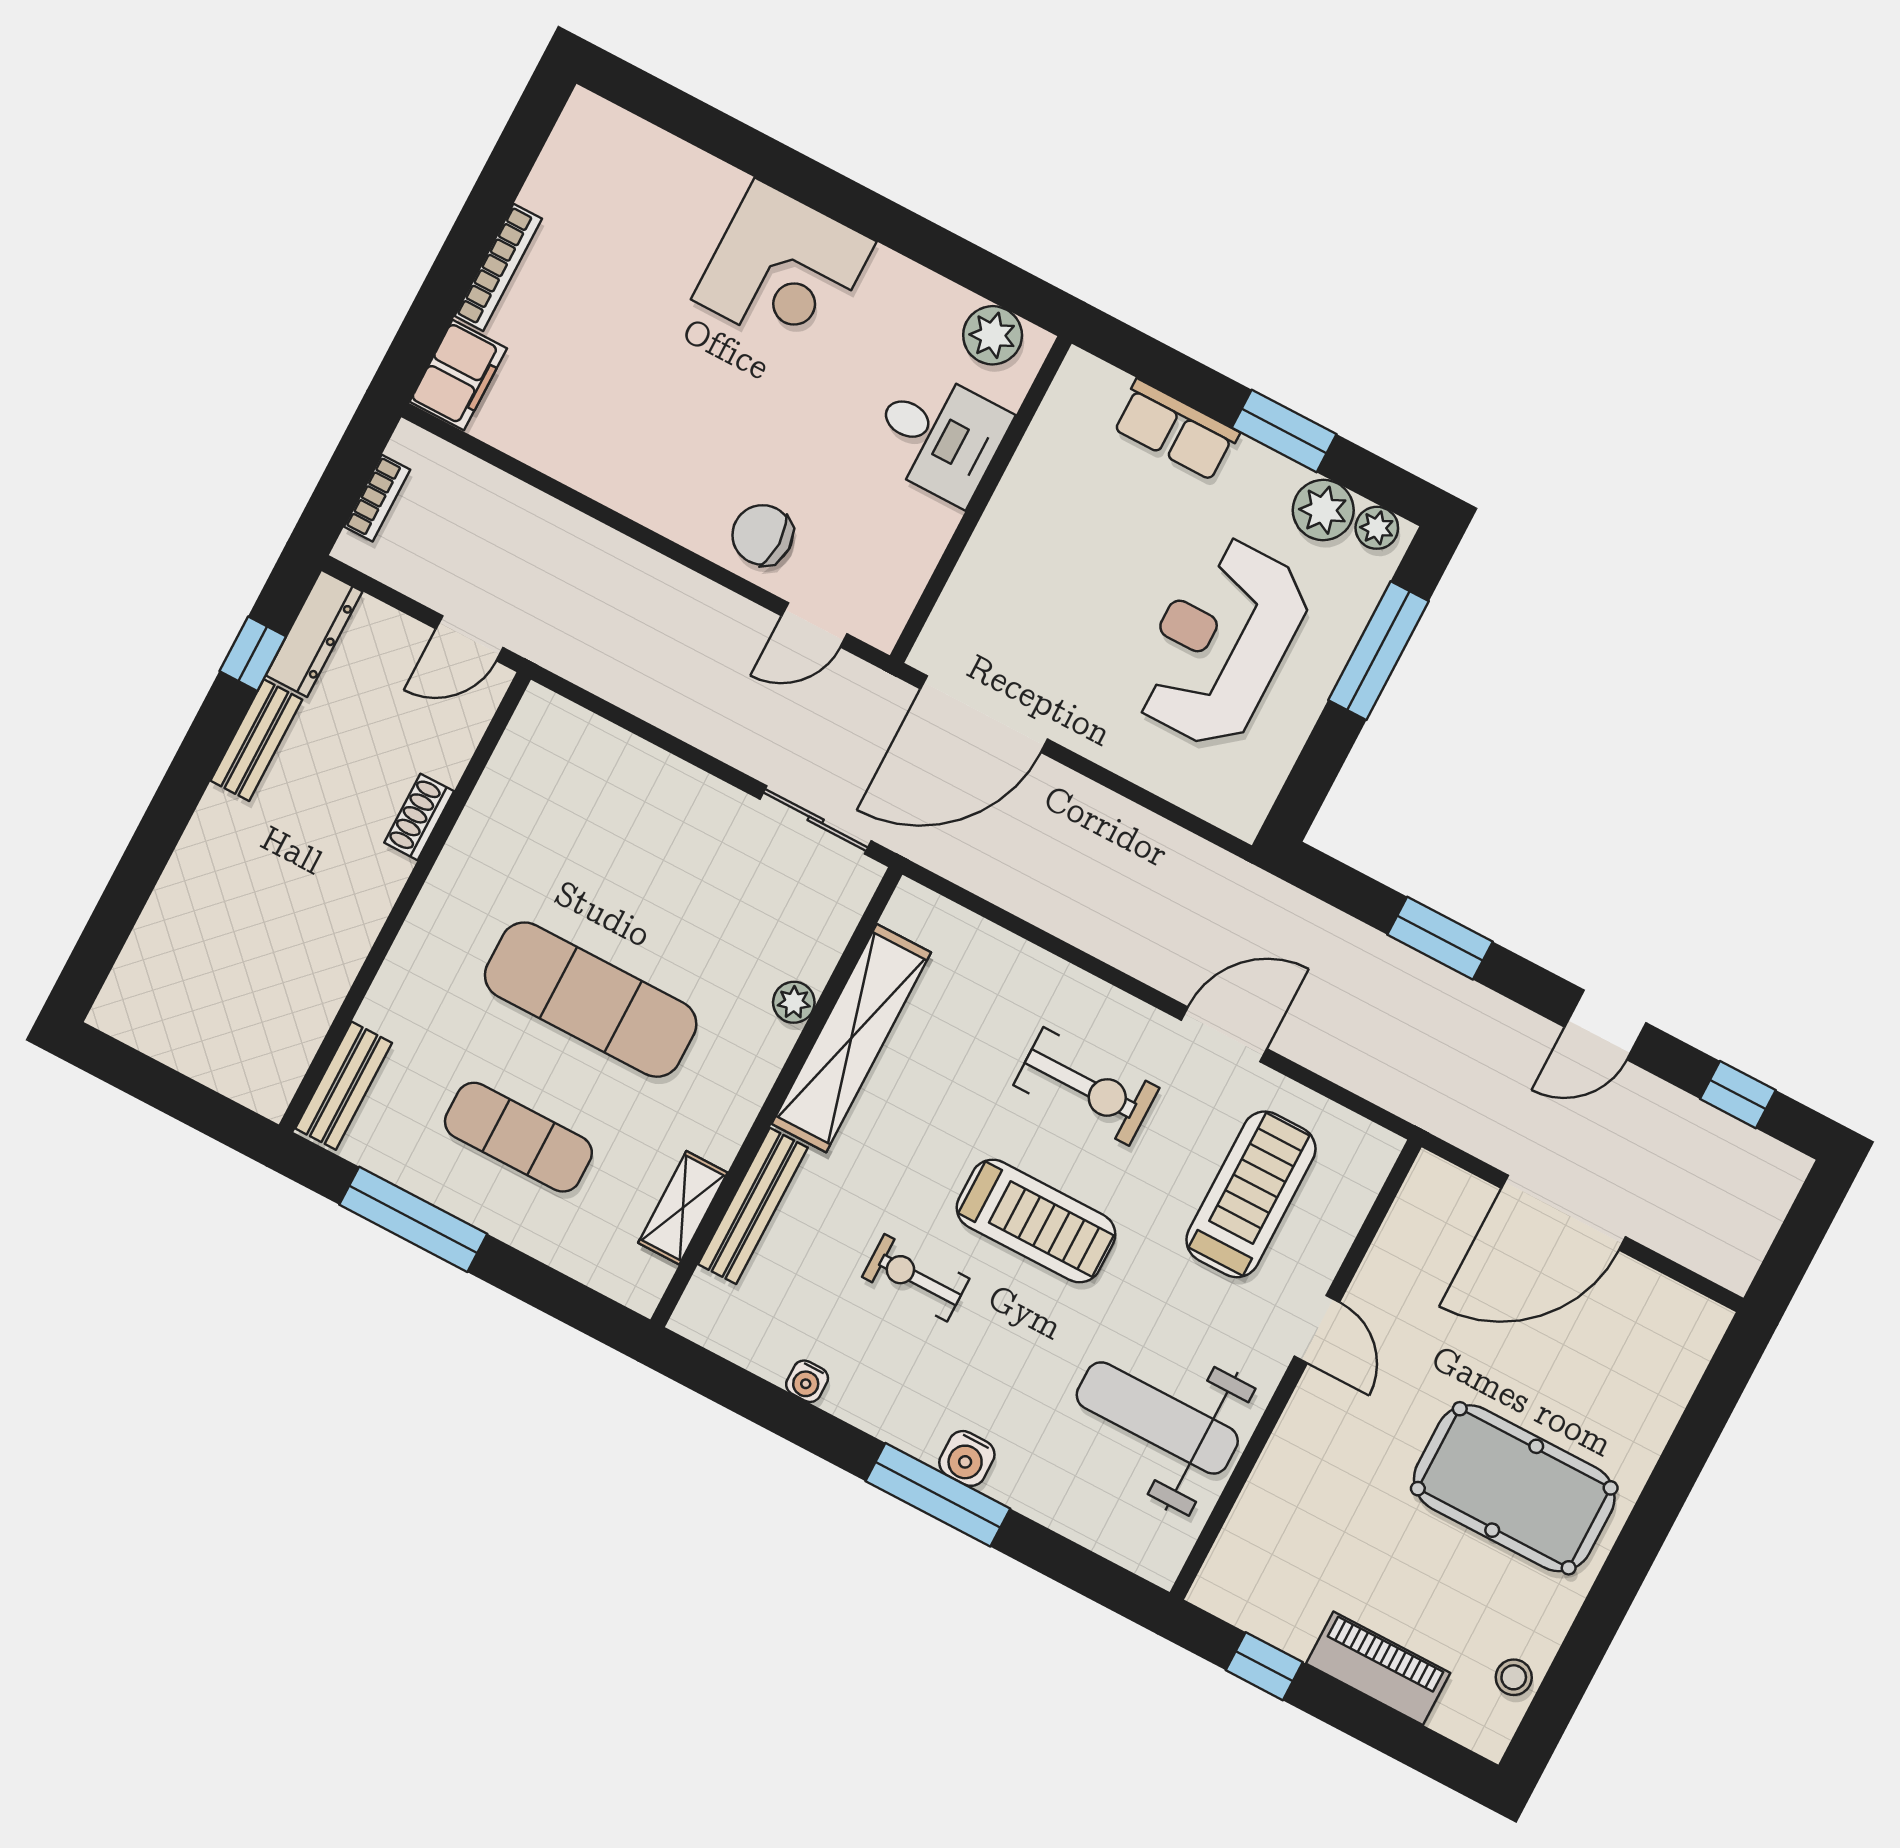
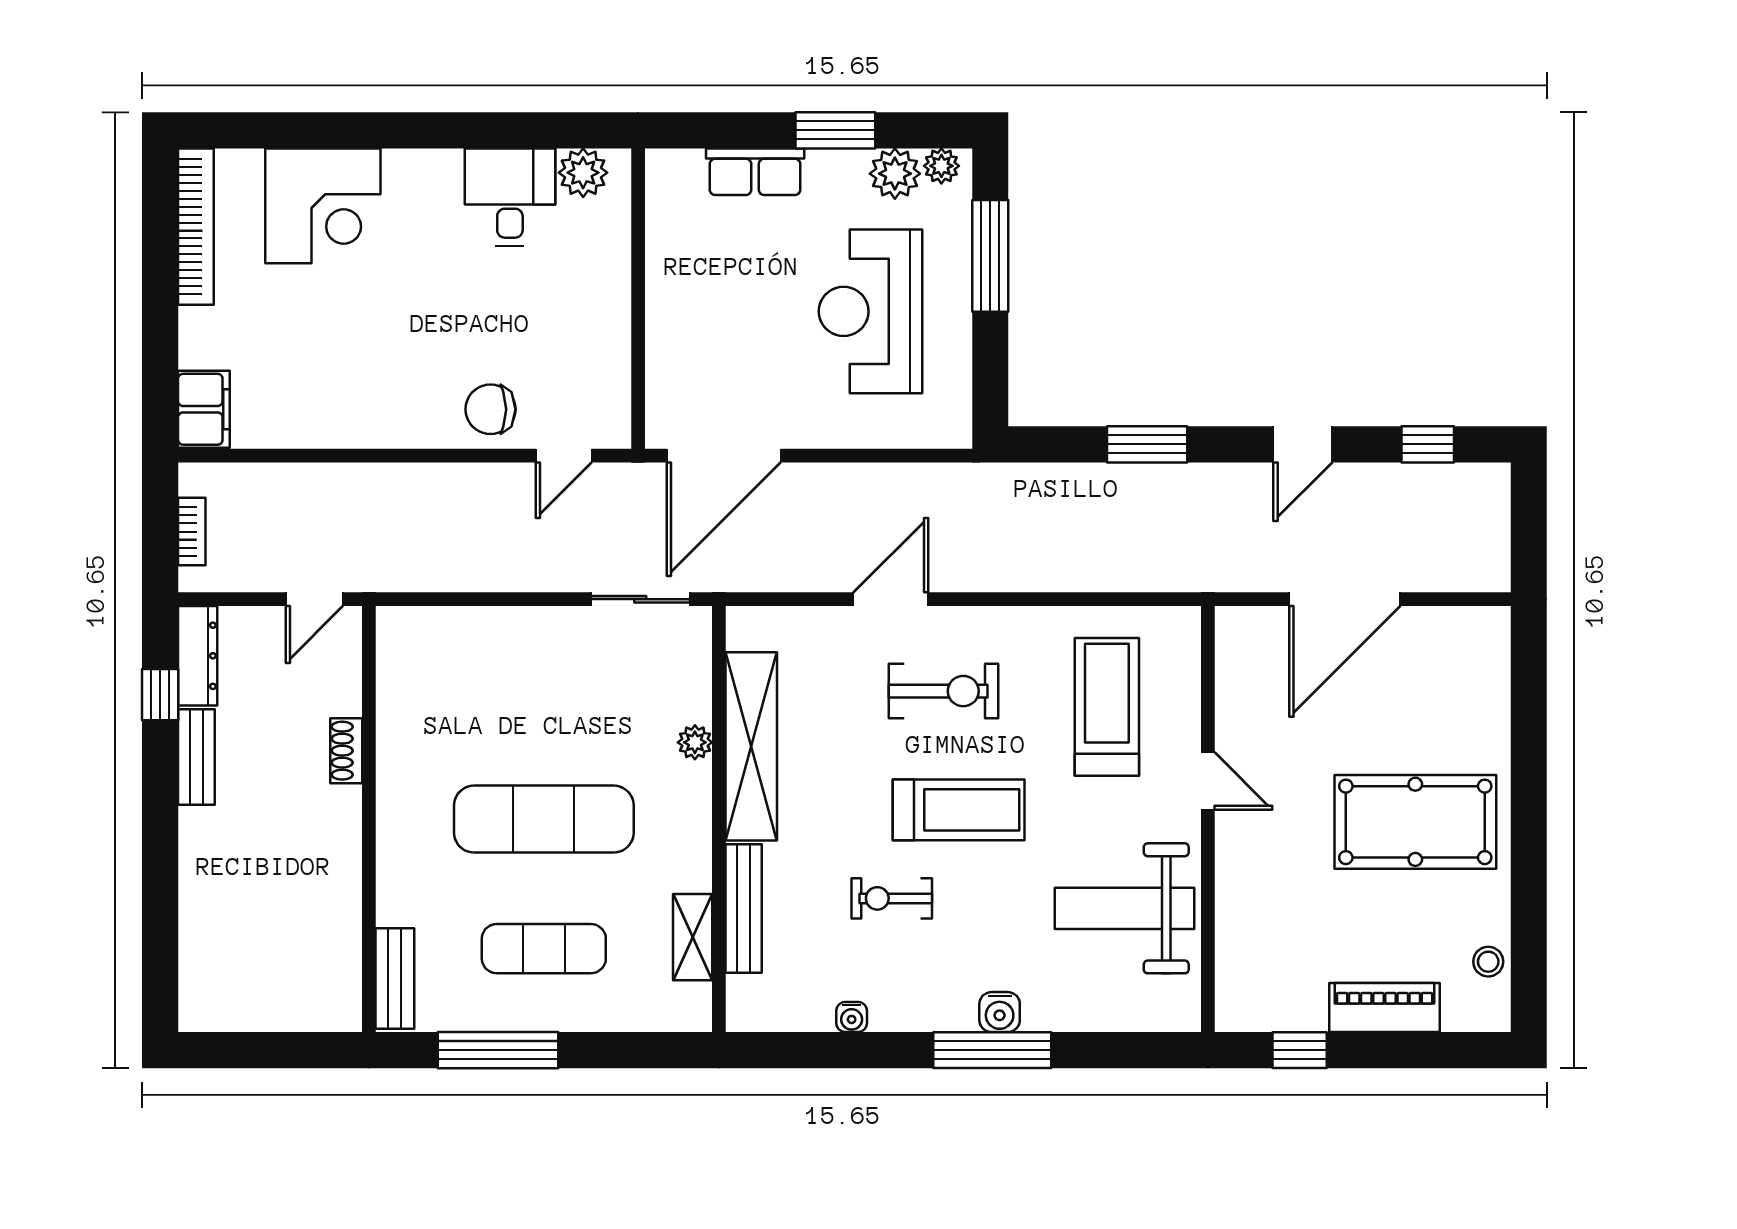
bookcase: (498, 267) -> (196, 227), moved, width x1.48, depth x1.31
corner desk: (784, 270) -> (323, 206), moved
desk: (939, 436) -> (510, 197), moved, turned -90
door: (1224, 1034) -> (891, 599), moved

